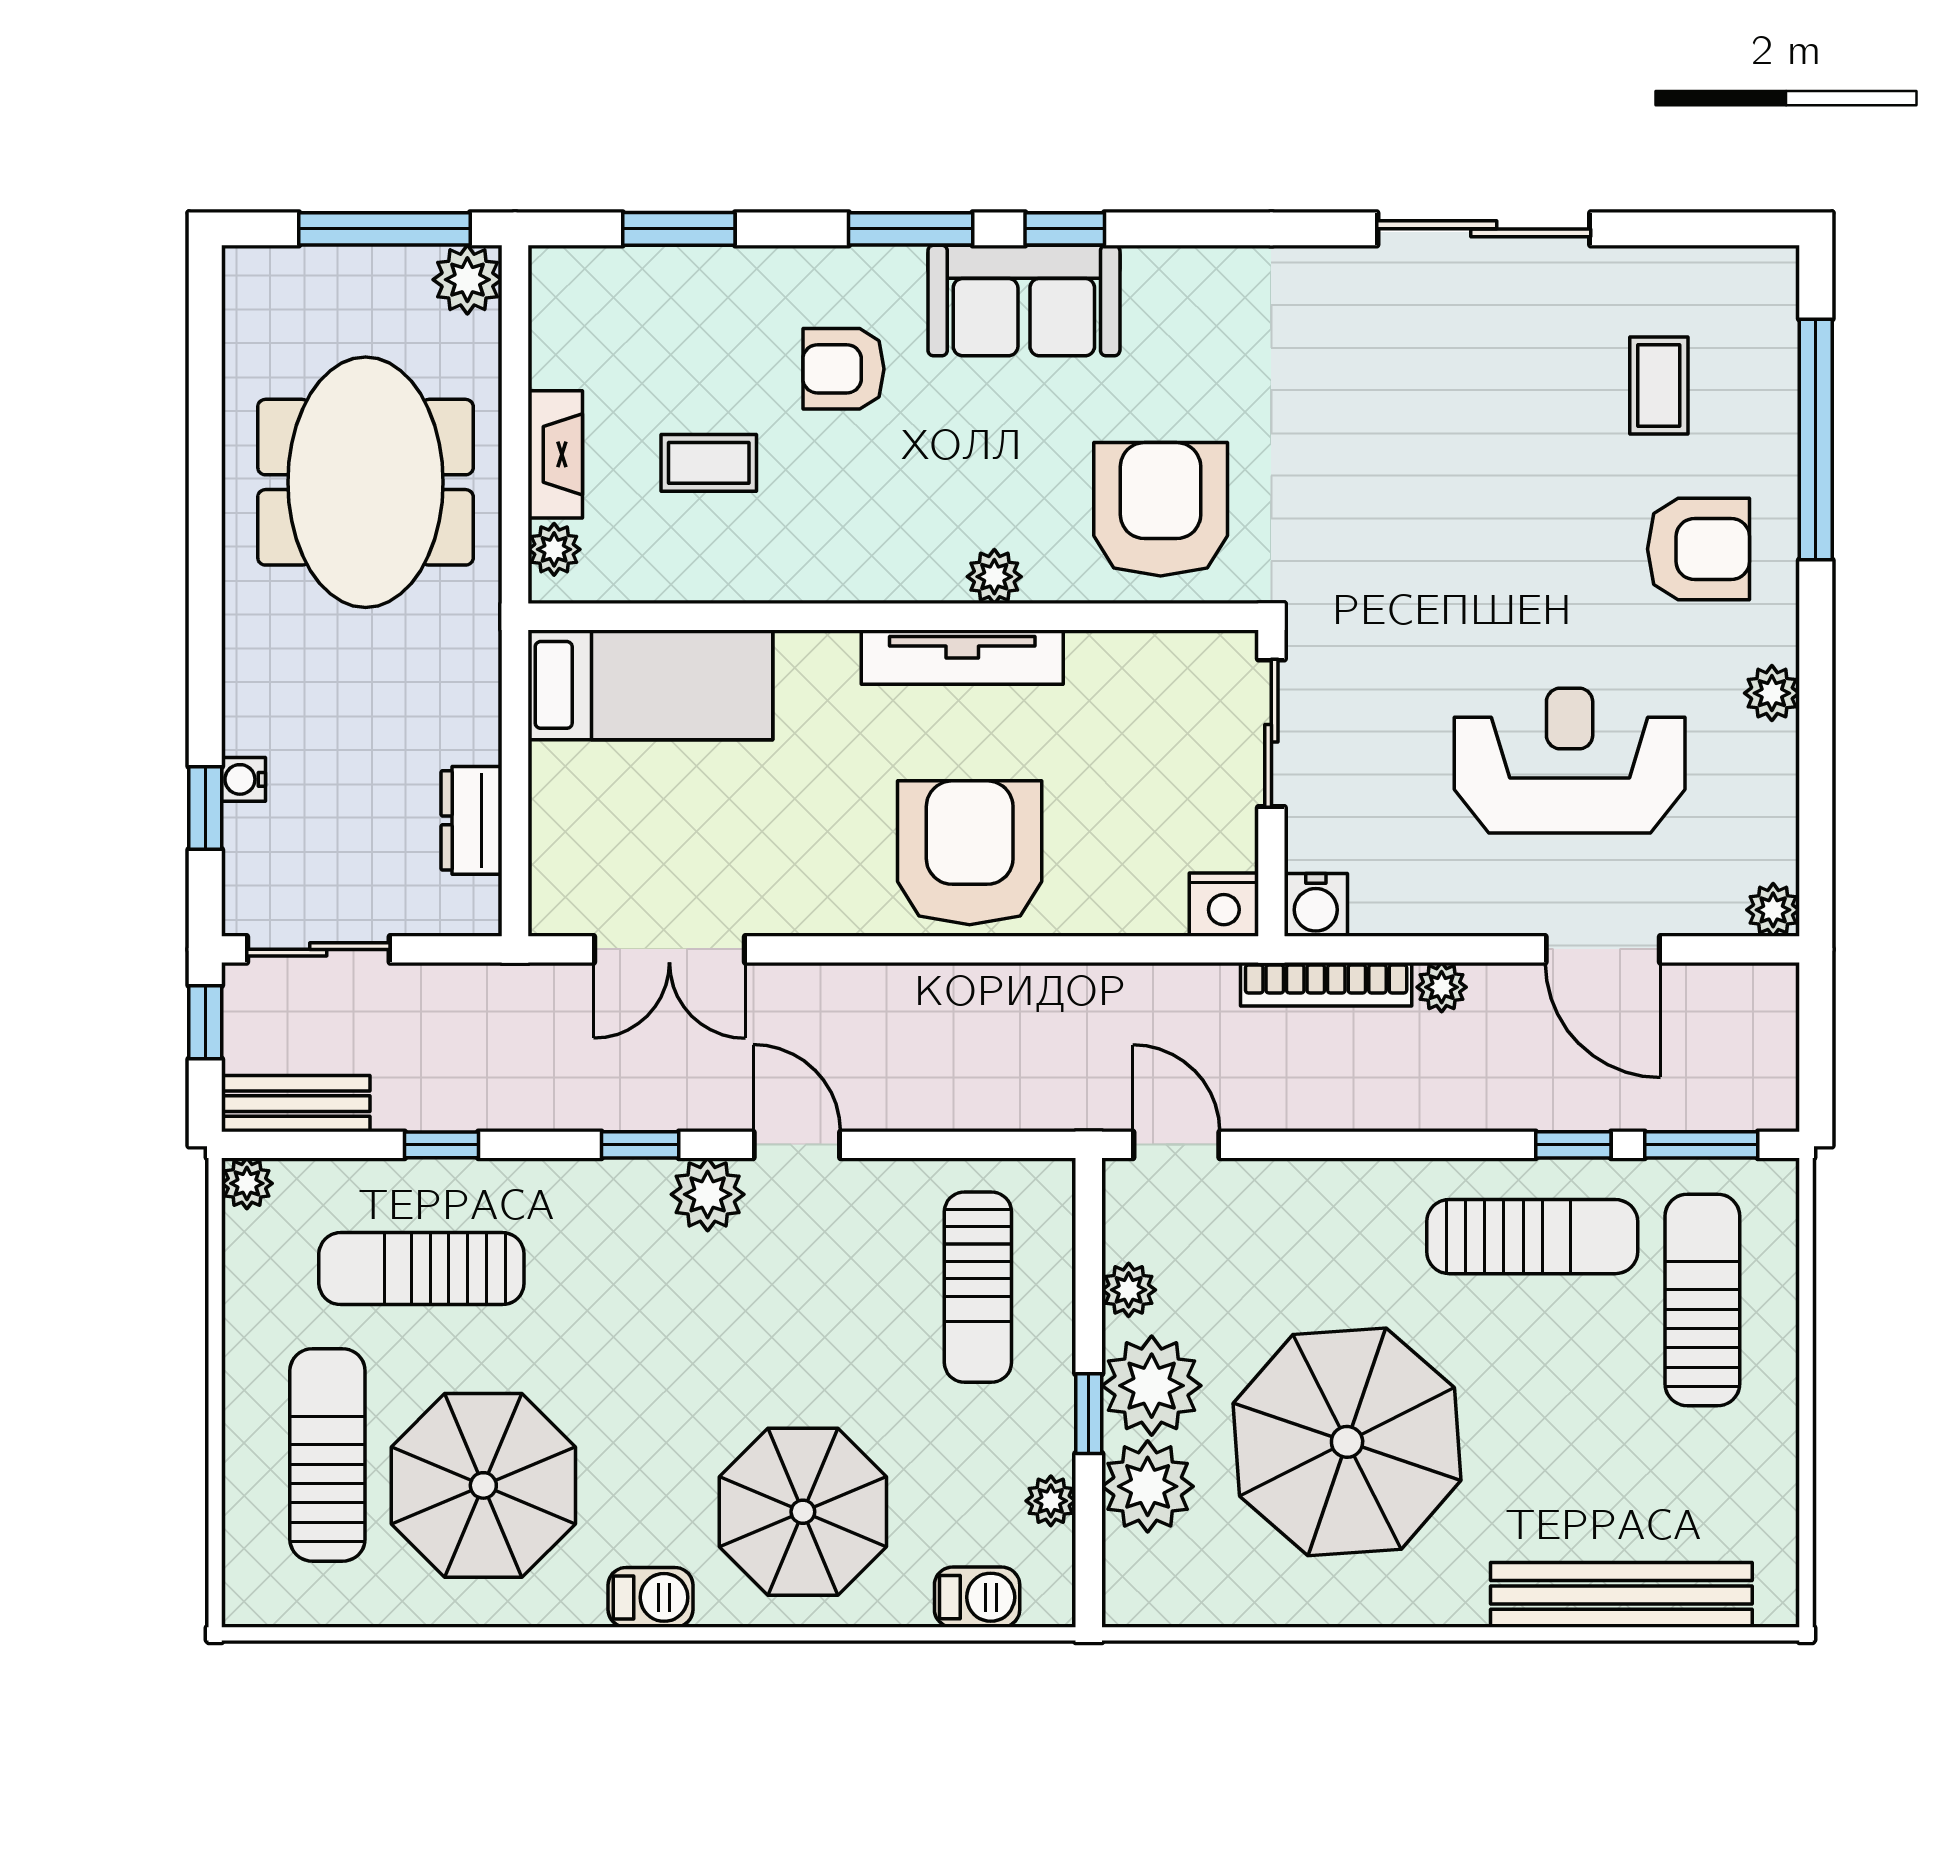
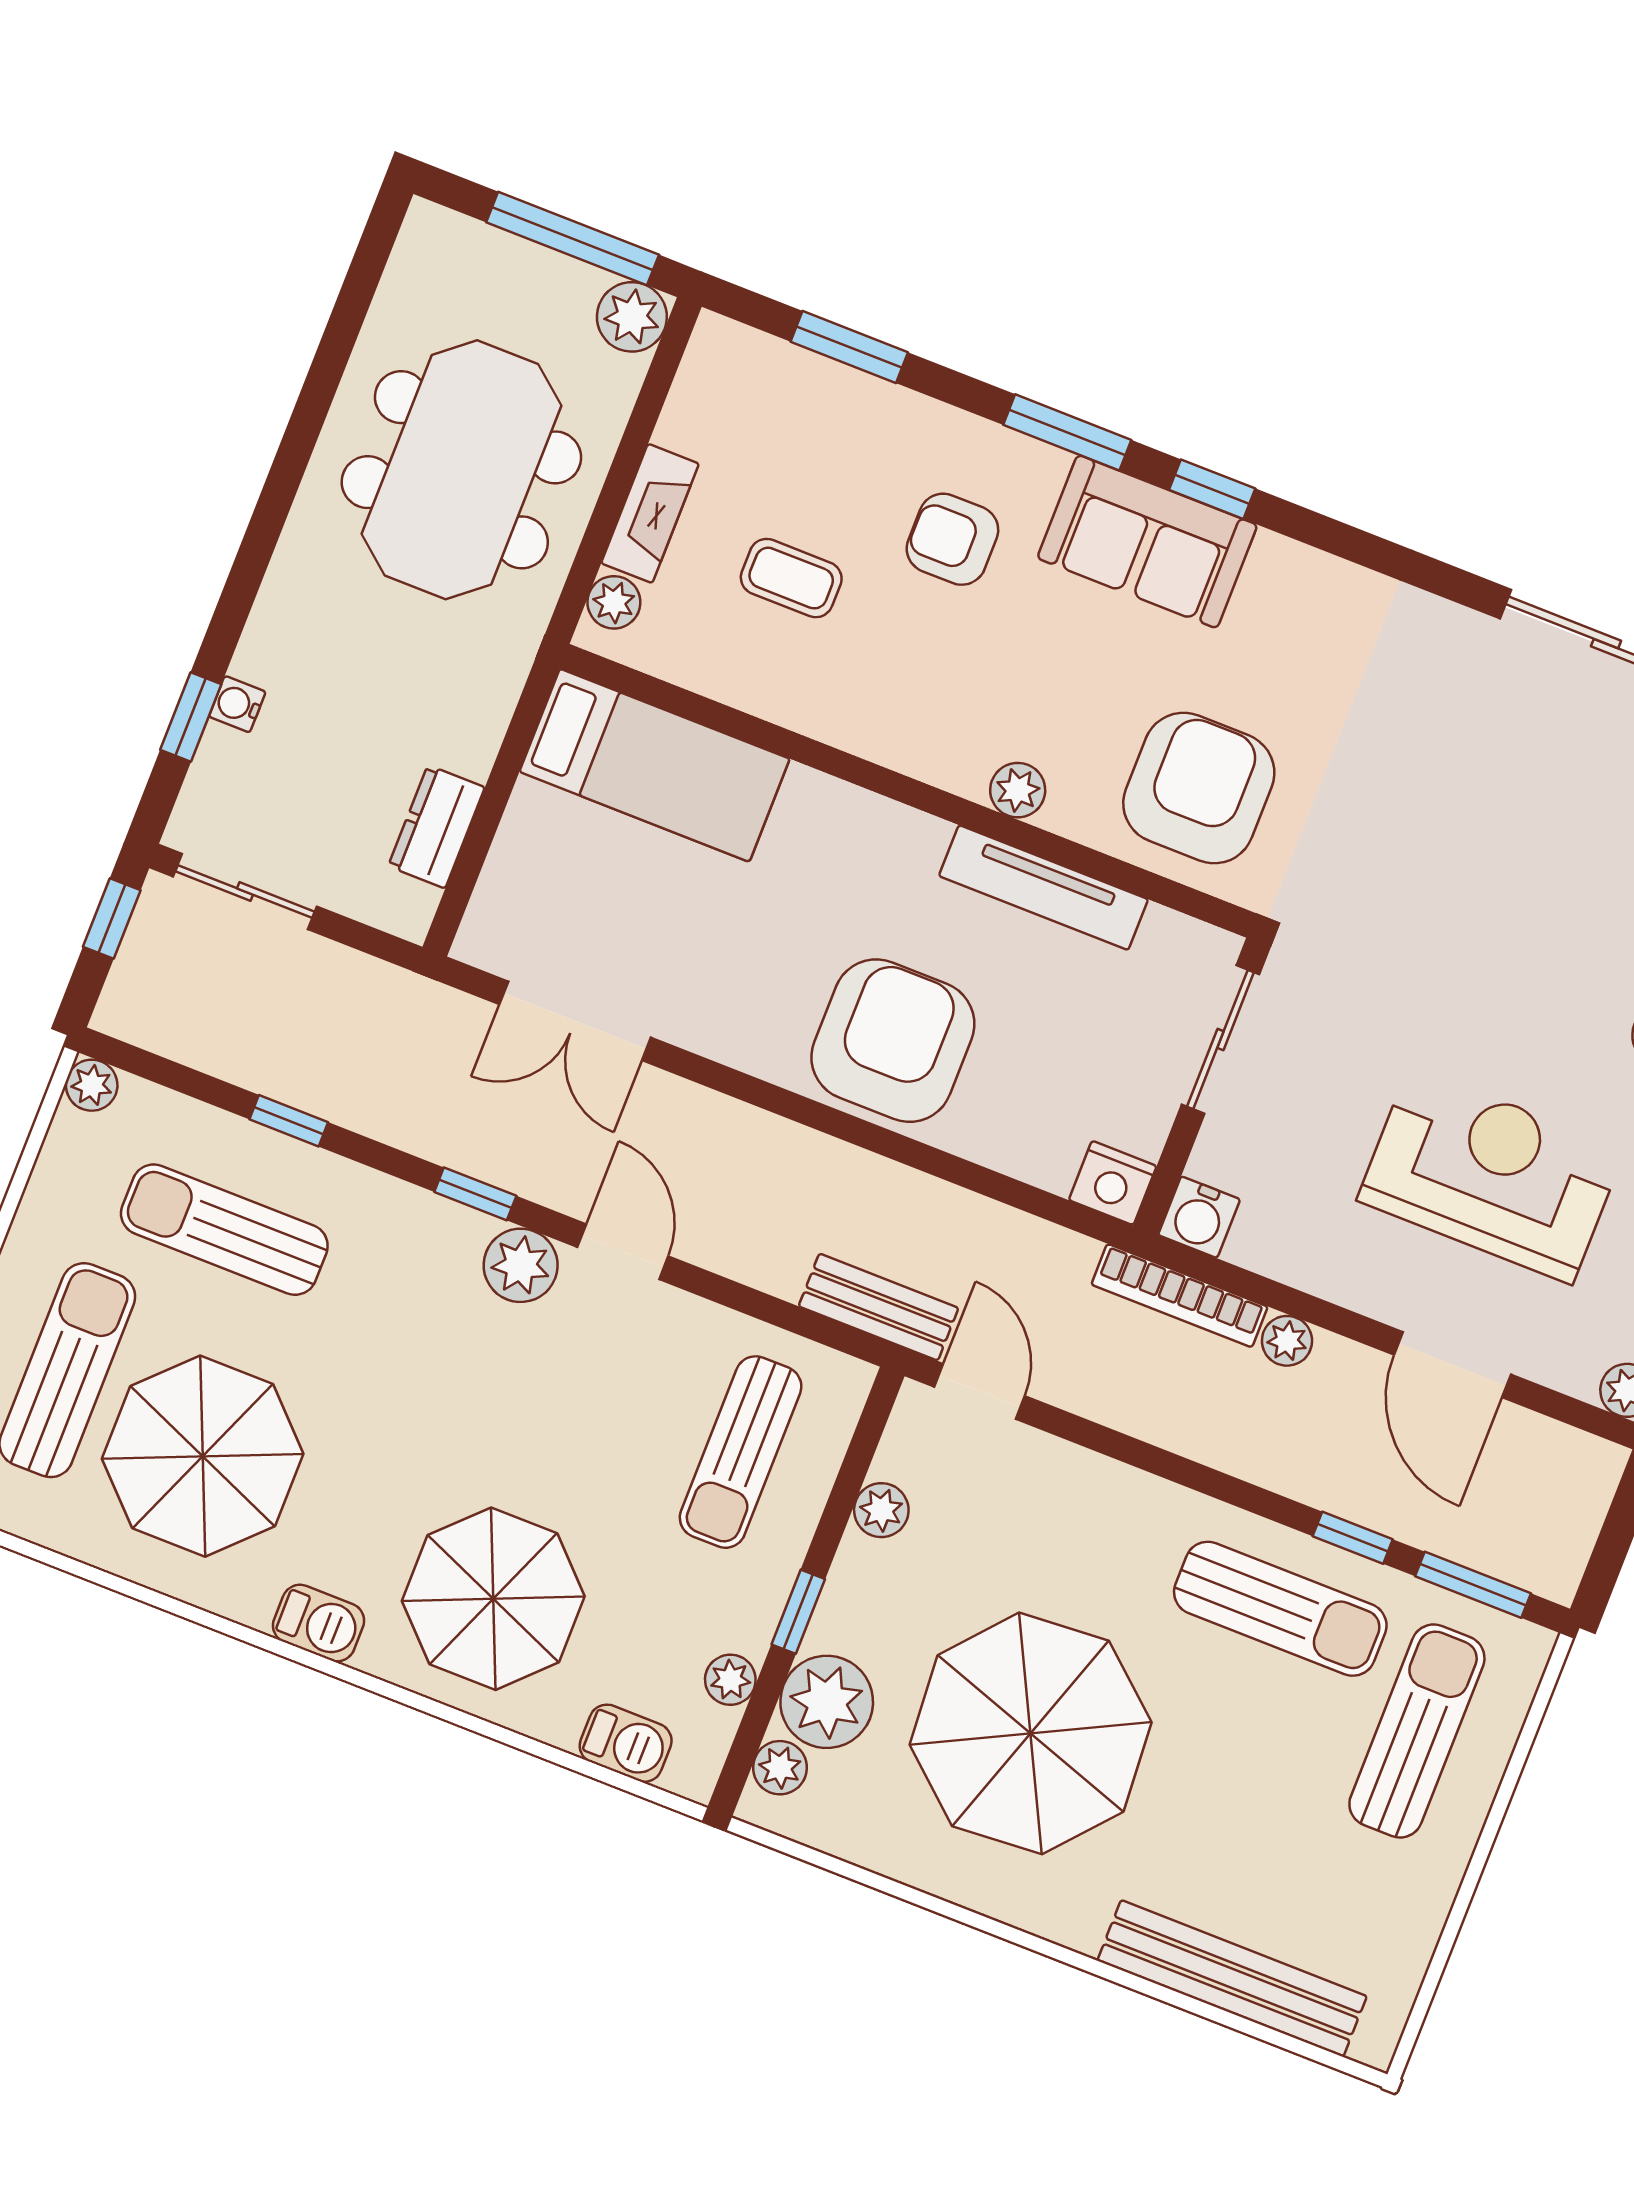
tv unit: (962, 657) -> (1043, 888), moved
bench: (296, 1104) -> (879, 1307), moved
plant: (1152, 1386) -> (780, 1768), moved, width x0.53, depth x0.53

